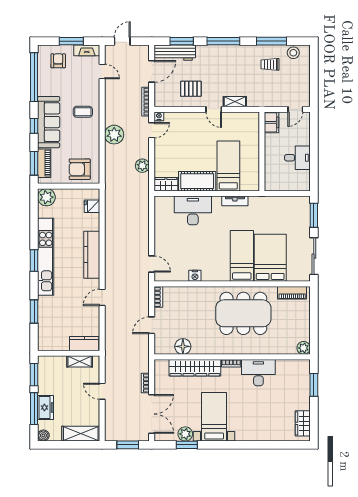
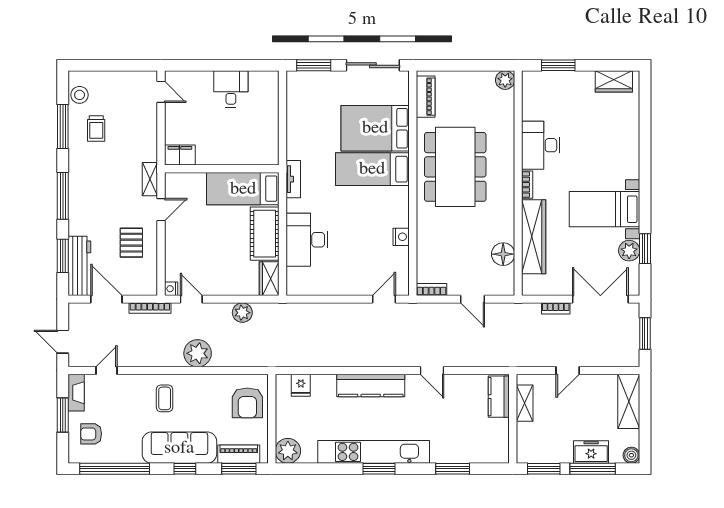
filing cabinet: (271, 122) -> (180, 155), moved
wall: (262, 151) -> (222, 169), moved

